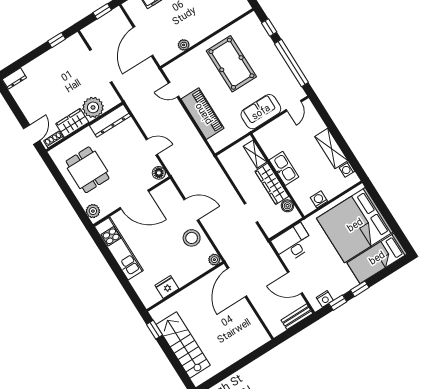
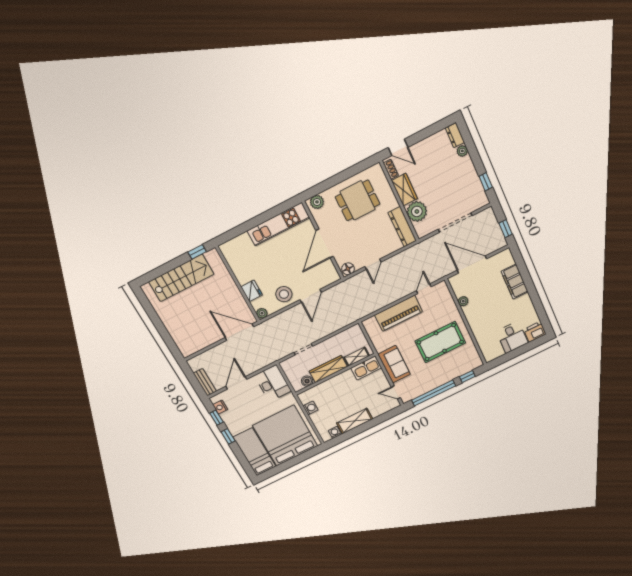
plant: (29, 69) -> (462, 151), added
kitchen sink: (284, 168) -> (366, 368), moved
fridge: (167, 287) -> (252, 291), moved

